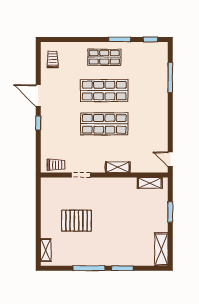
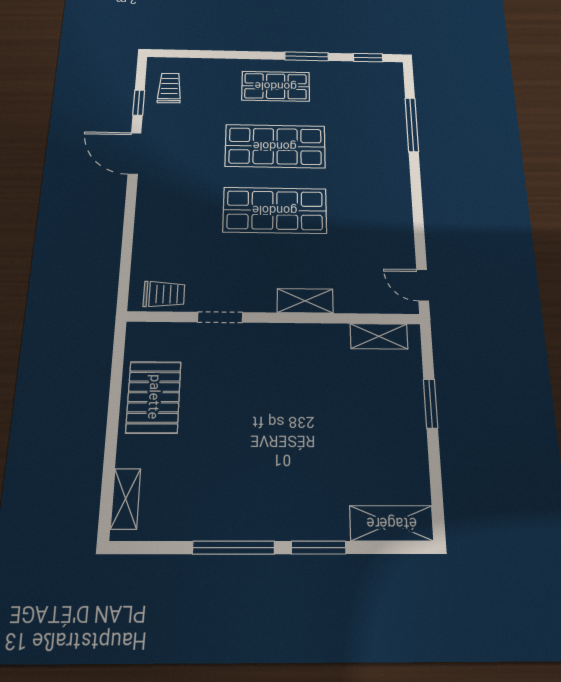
window: (38, 123) -> (139, 103), moved
pallet: (76, 221) -> (154, 397), moved, turned 90
shelving: (161, 249) -> (392, 523), moved, turned 90

